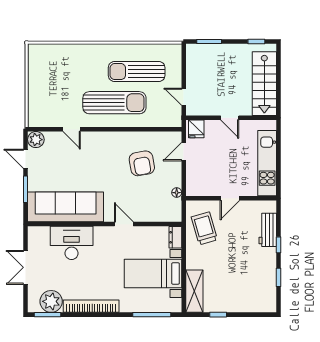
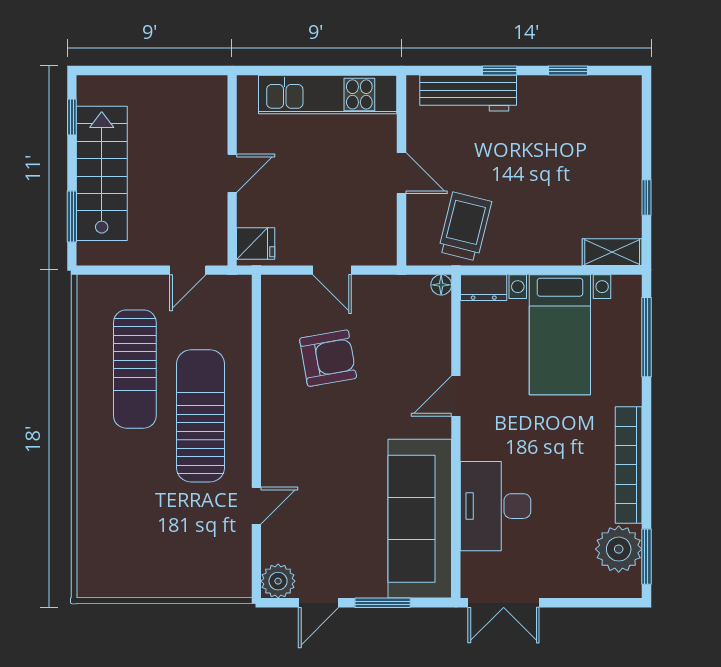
stairs: (264, 84) -> (102, 173), moved, turned -90
door: (184, 152) -> (332, 270), moved
floor lamp: (177, 193) -> (441, 285), moved
trolley: (204, 228) -> (465, 227), turned 120
workbench: (268, 230) -> (468, 93), width x1.38
double door: (26, 267) -> (504, 603), moved
shelving: (194, 291) -> (612, 252), width x0.67, depth x0.75

